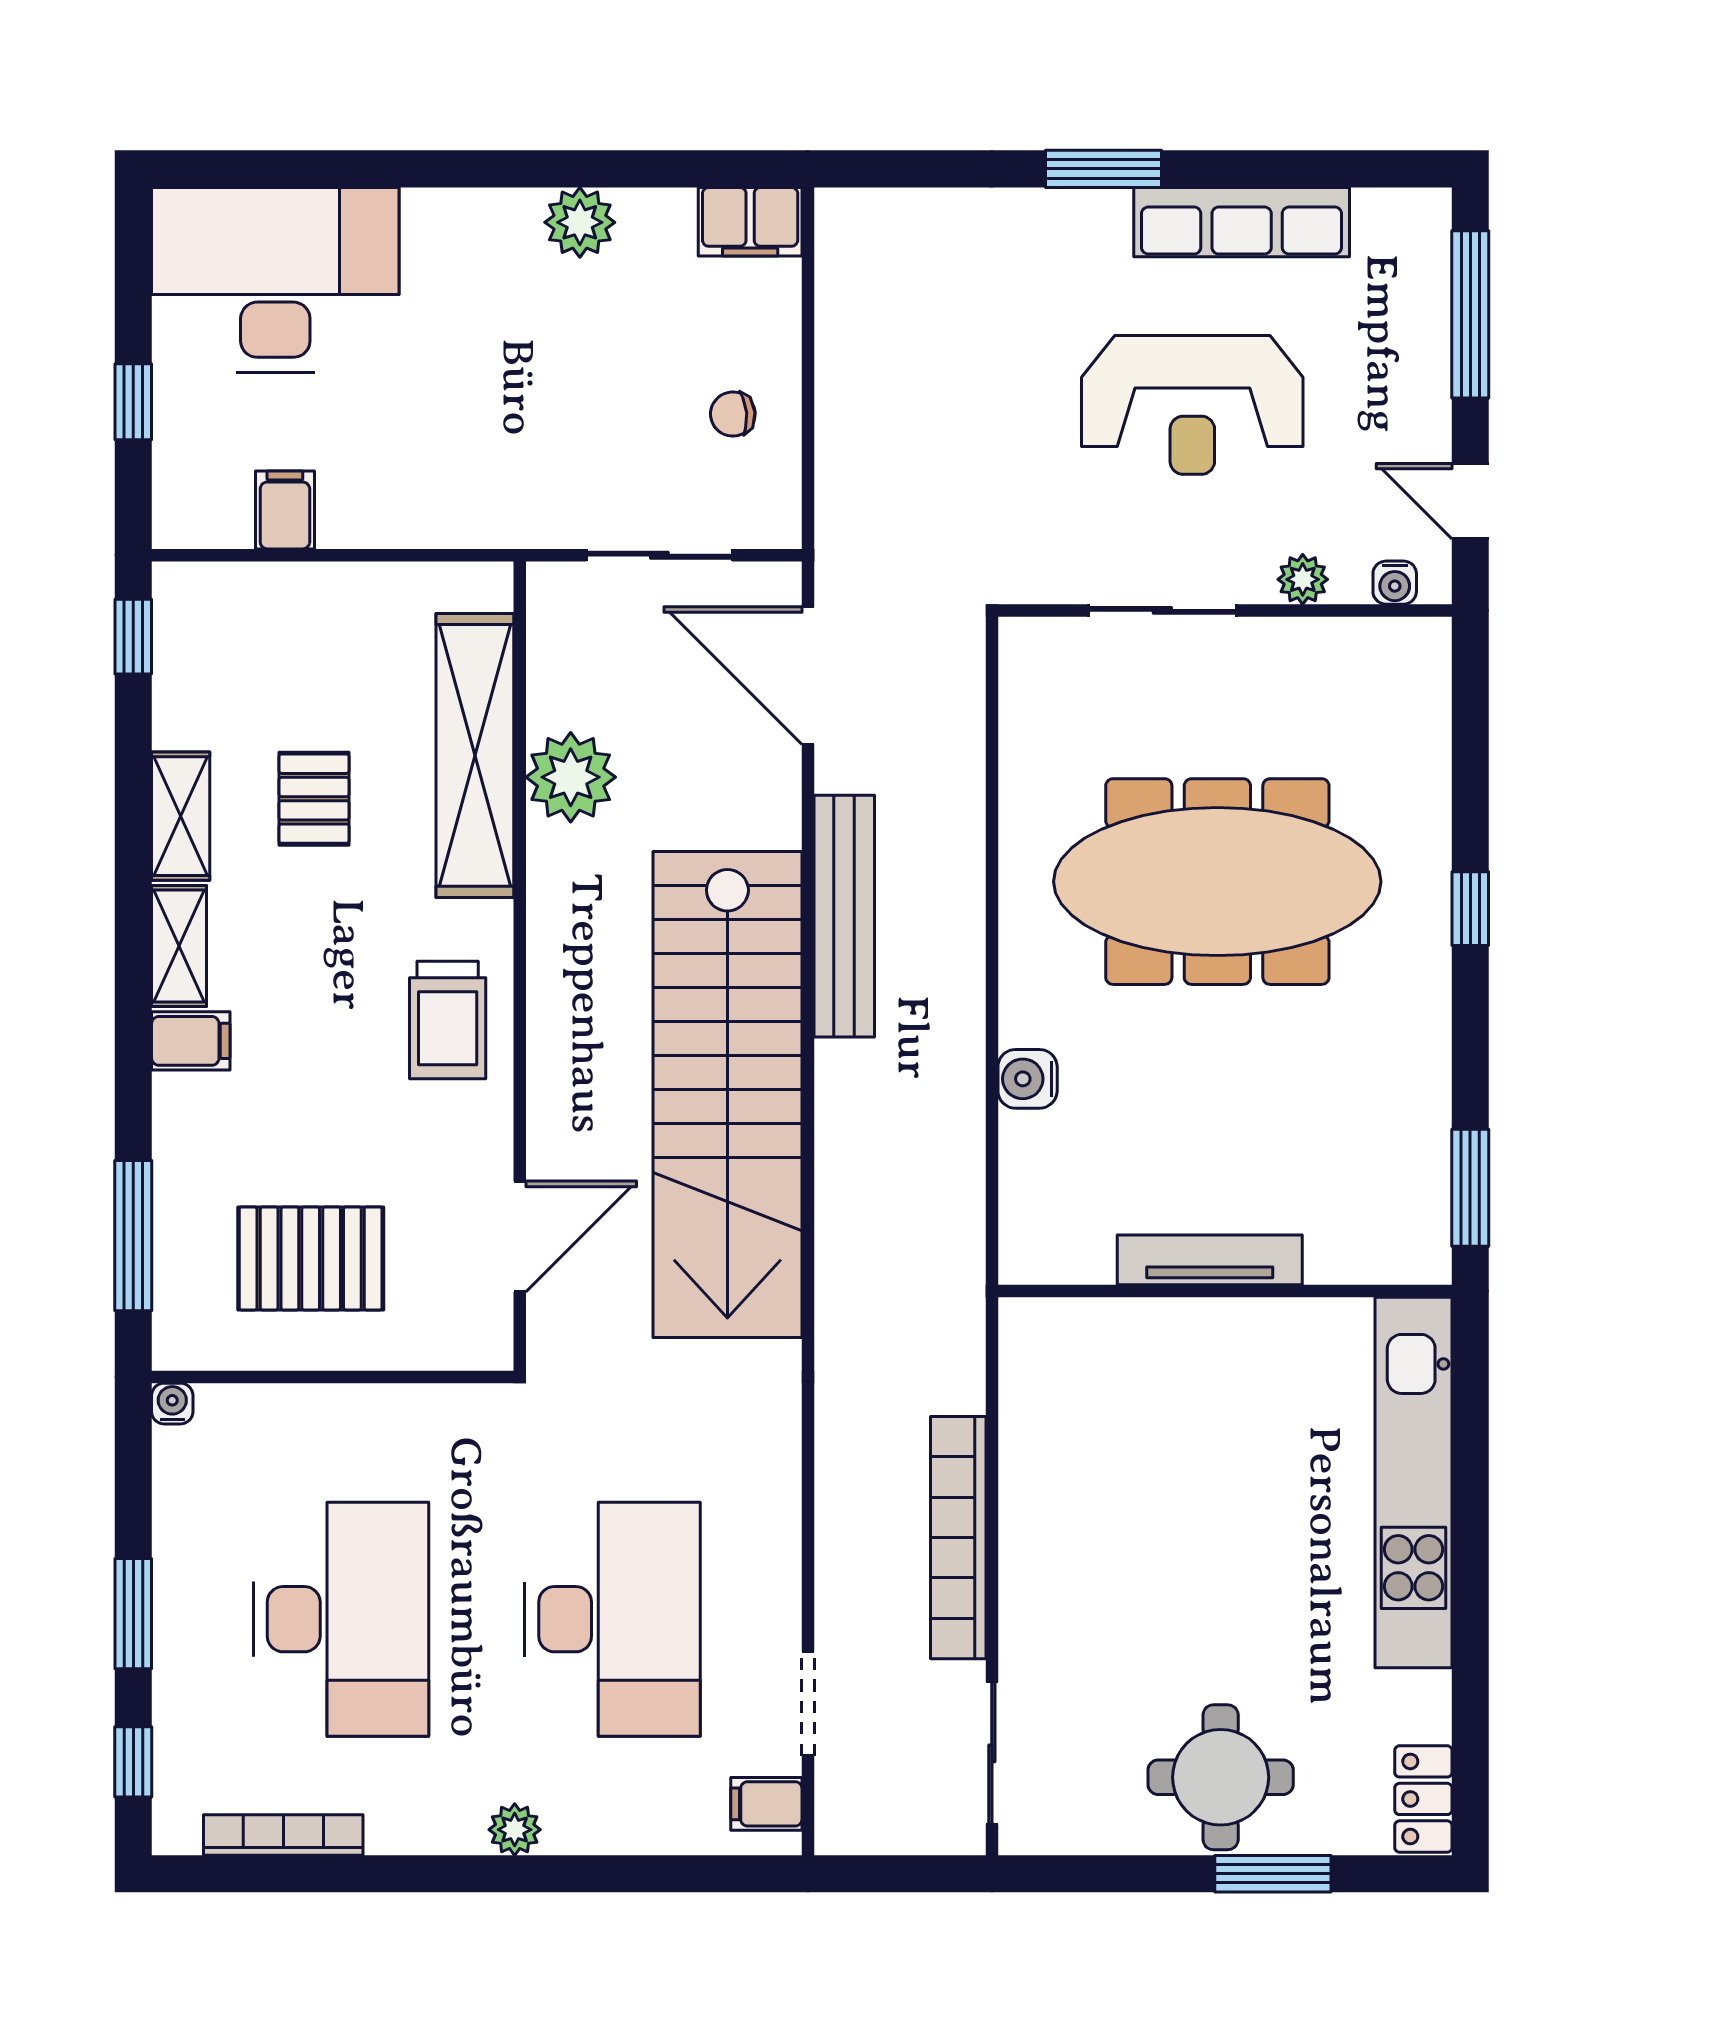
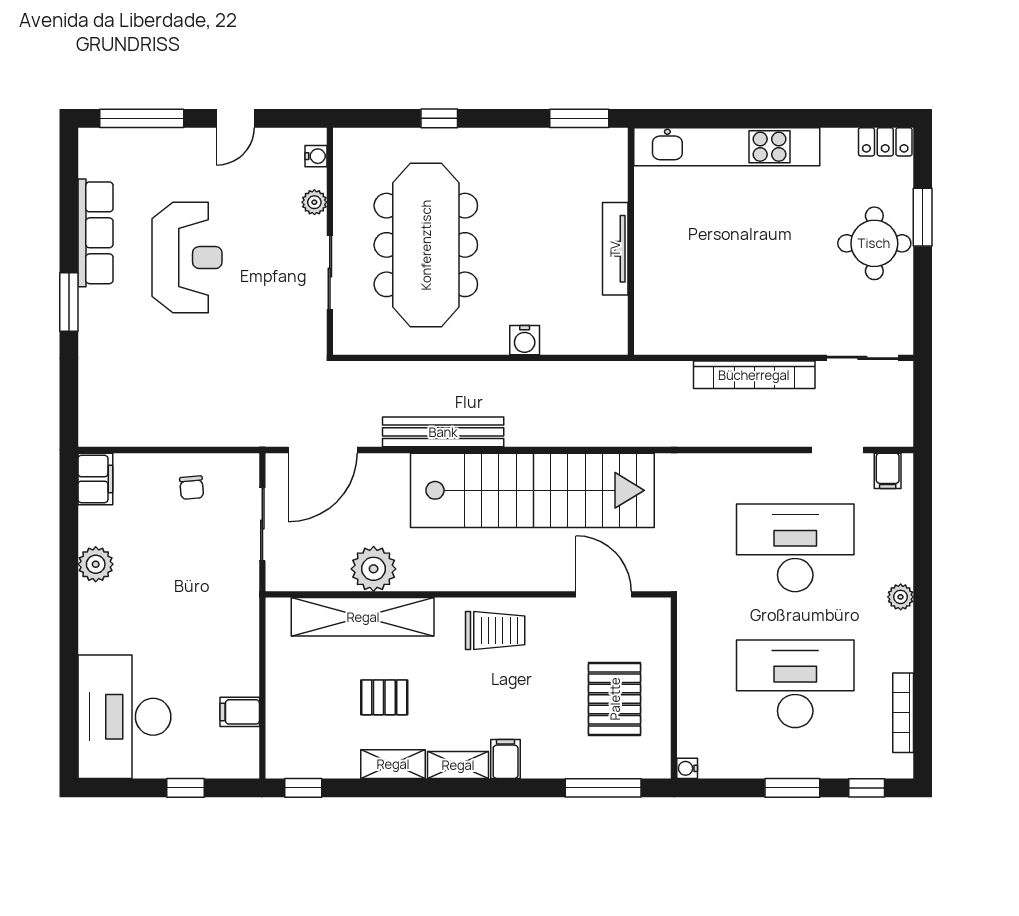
plant: (1303, 579) -> (314, 202), moved
water cooler: (1395, 583) -> (316, 156), moved
sliding door: (1162, 610) -> (330, 272), moved
wall: (1225, 610) -> (330, 241), moved

